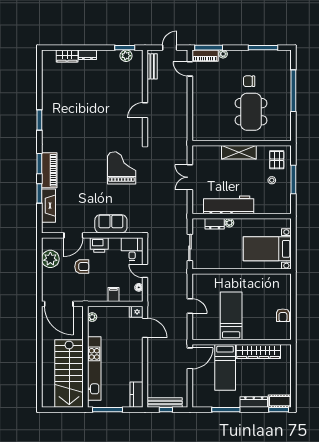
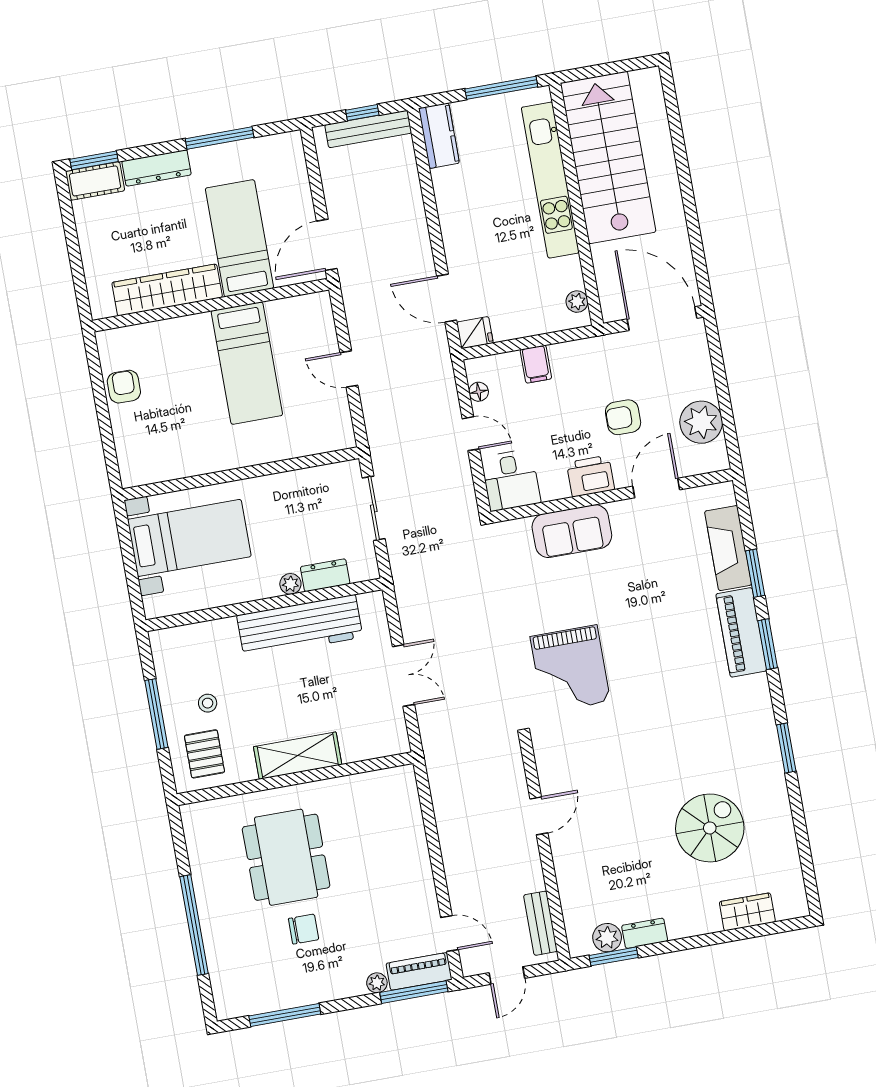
dresser: (87, 55) -> (645, 933), moved
spiral stairs: (76, 93) -> (710, 828), added

